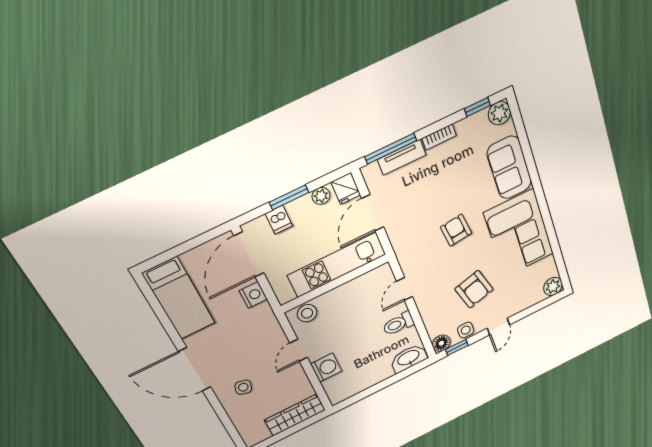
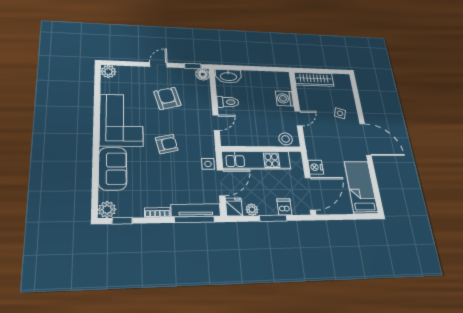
tv unit: (402, 157) -> (196, 210), width x1.41
armchair: (456, 230) -> (167, 144), turned -96
side table: (466, 330) -> (208, 164), moved

